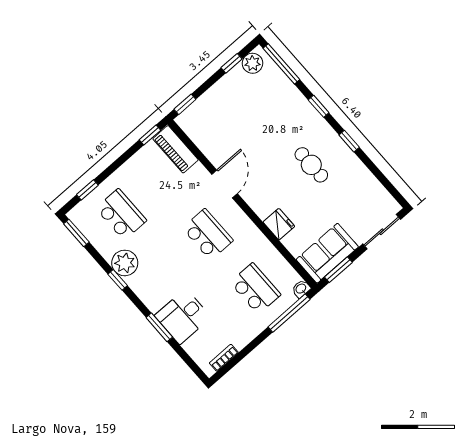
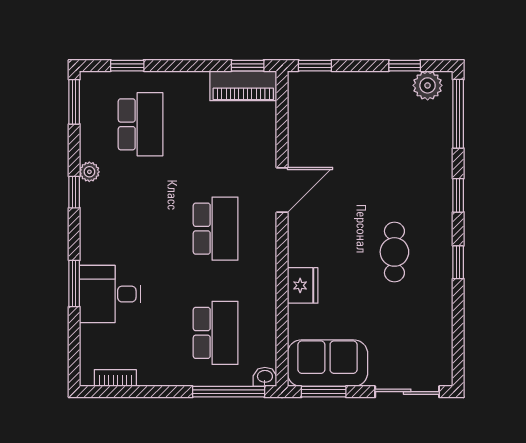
piano: (176, 149) -> (243, 86), moved, turned -90
plant: (125, 263) -> (89, 172), width x0.53, depth x0.53

